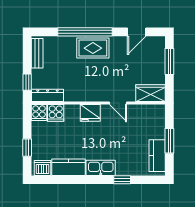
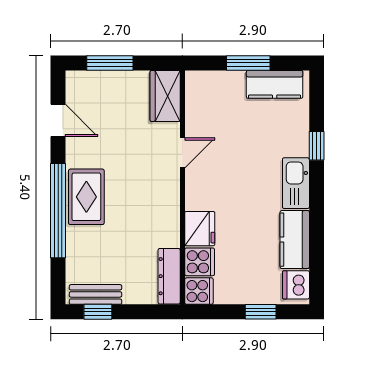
window: (27, 82) -> (98, 312), moved
fridge: (90, 113) -> (200, 229), moved

